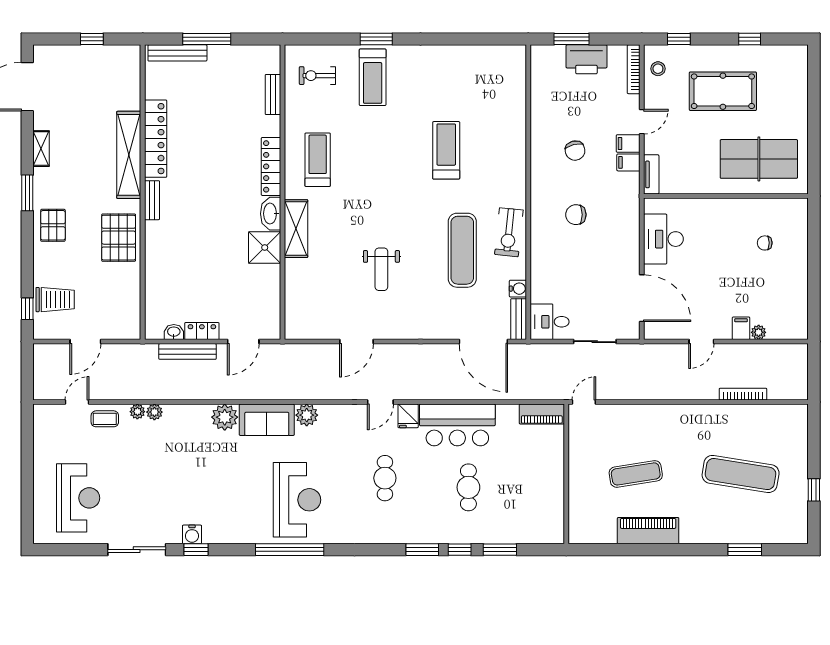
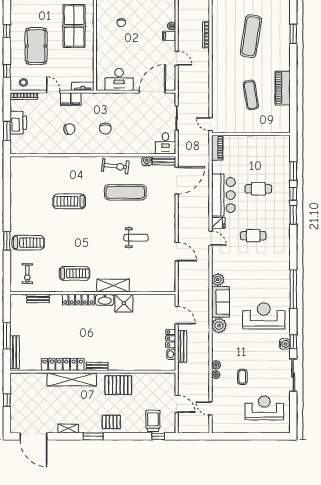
treadmill: (318, 160) -> (75, 273), turned 180
coffee table: (105, 419) -> (242, 377), moved
reception desk: (297, 500) -> (264, 316), moved

